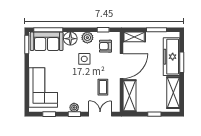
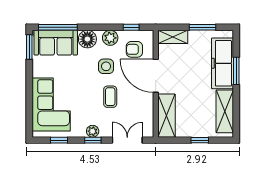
door: (121, 66) -> (156, 76), swing flipped
coffee table: (103, 87) -> (110, 97), moved

